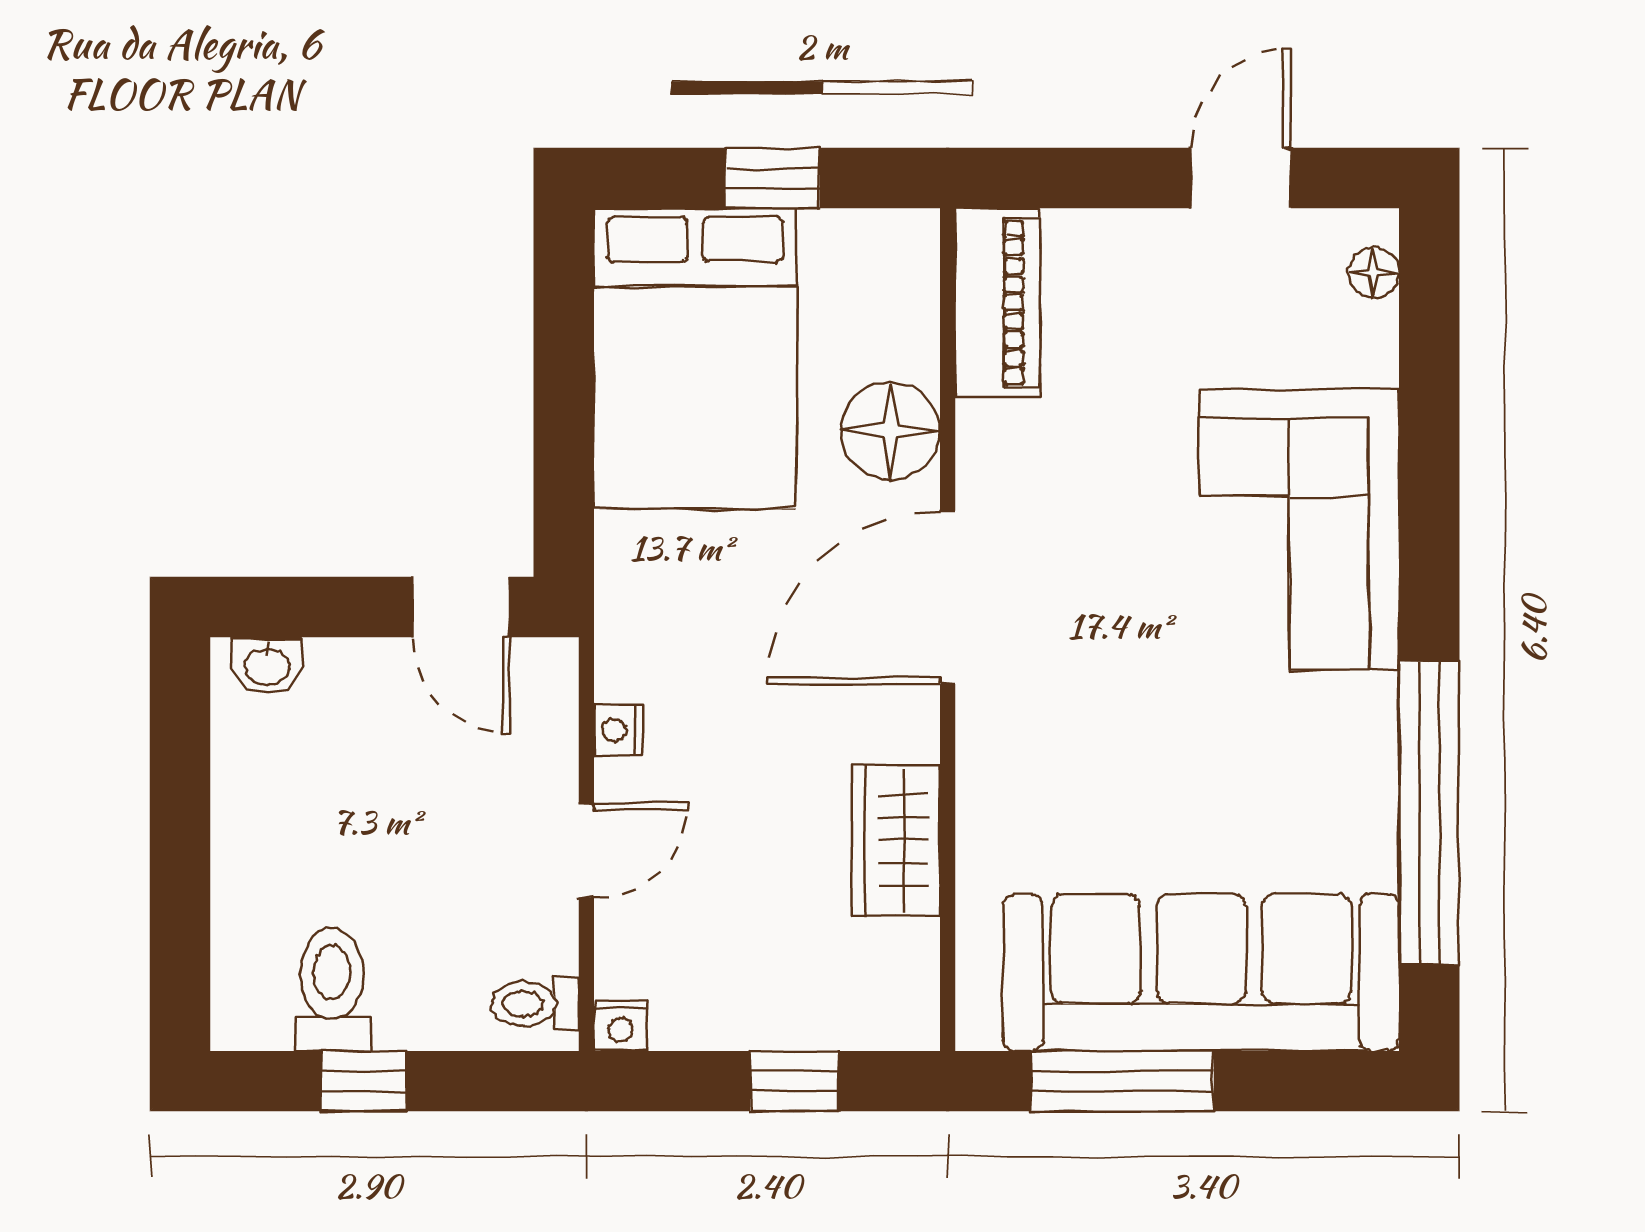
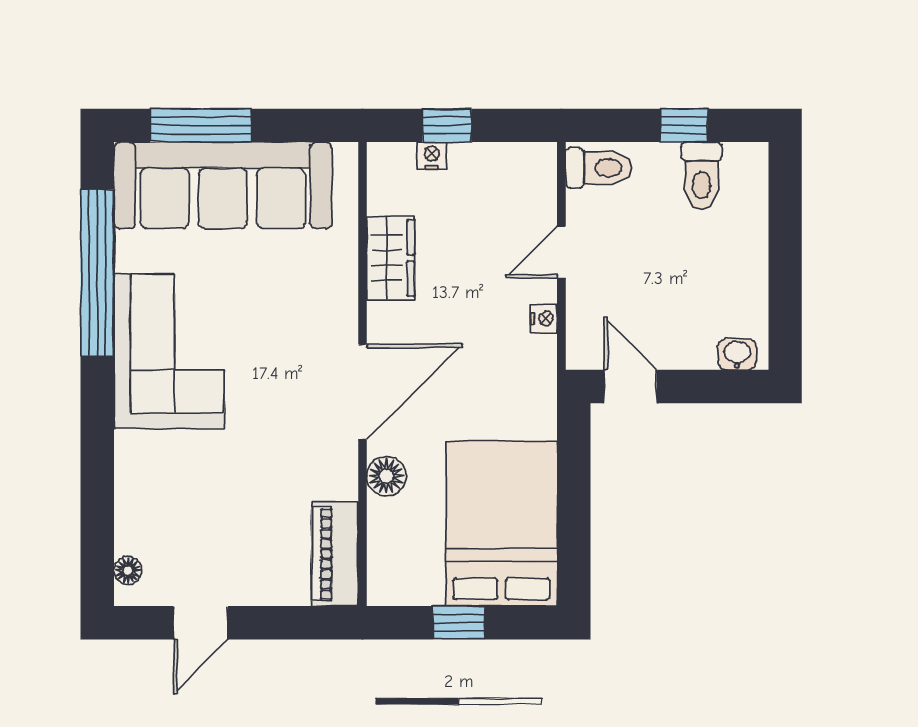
floor lamp: (891, 431) -> (386, 476), width x0.73, depth x0.73
corner sofa: (1299, 530) -> (169, 351), moved
toilet: (535, 1004) -> (599, 168), width x1.37, depth x1.39
nightstand: (620, 1026) -> (432, 156), moved
window: (1122, 1081) -> (201, 125), moved

